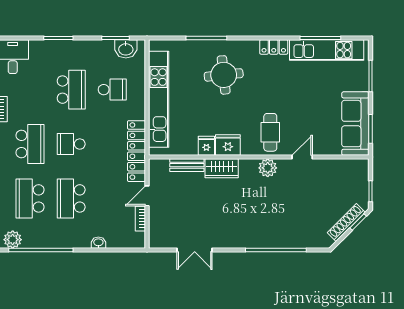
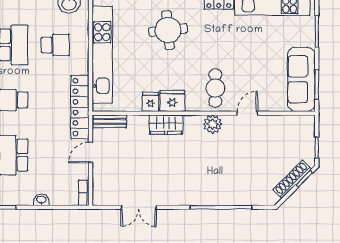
bench: (187, 165) -> (109, 121), moved
bookcase: (140, 219) -> (84, 193), moved

